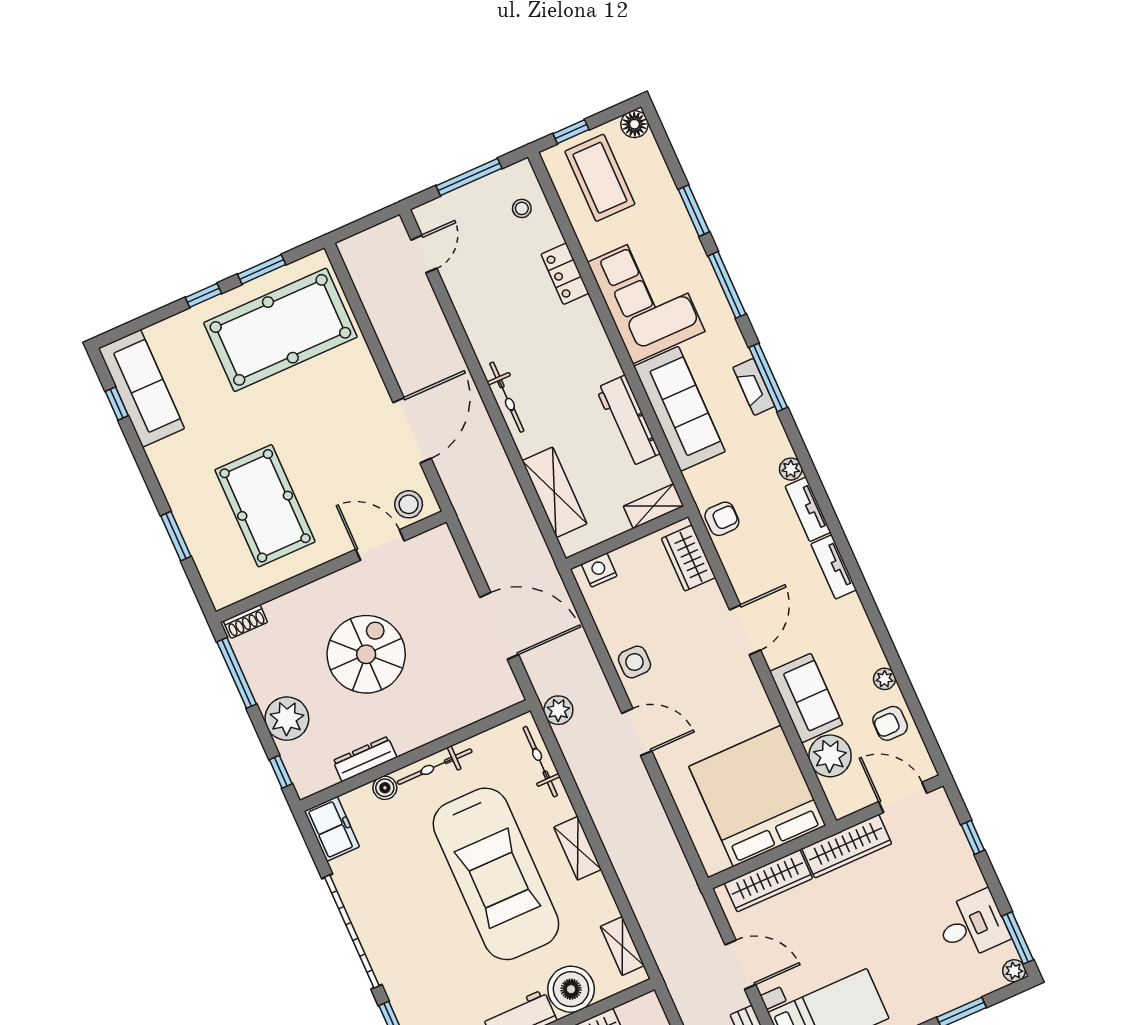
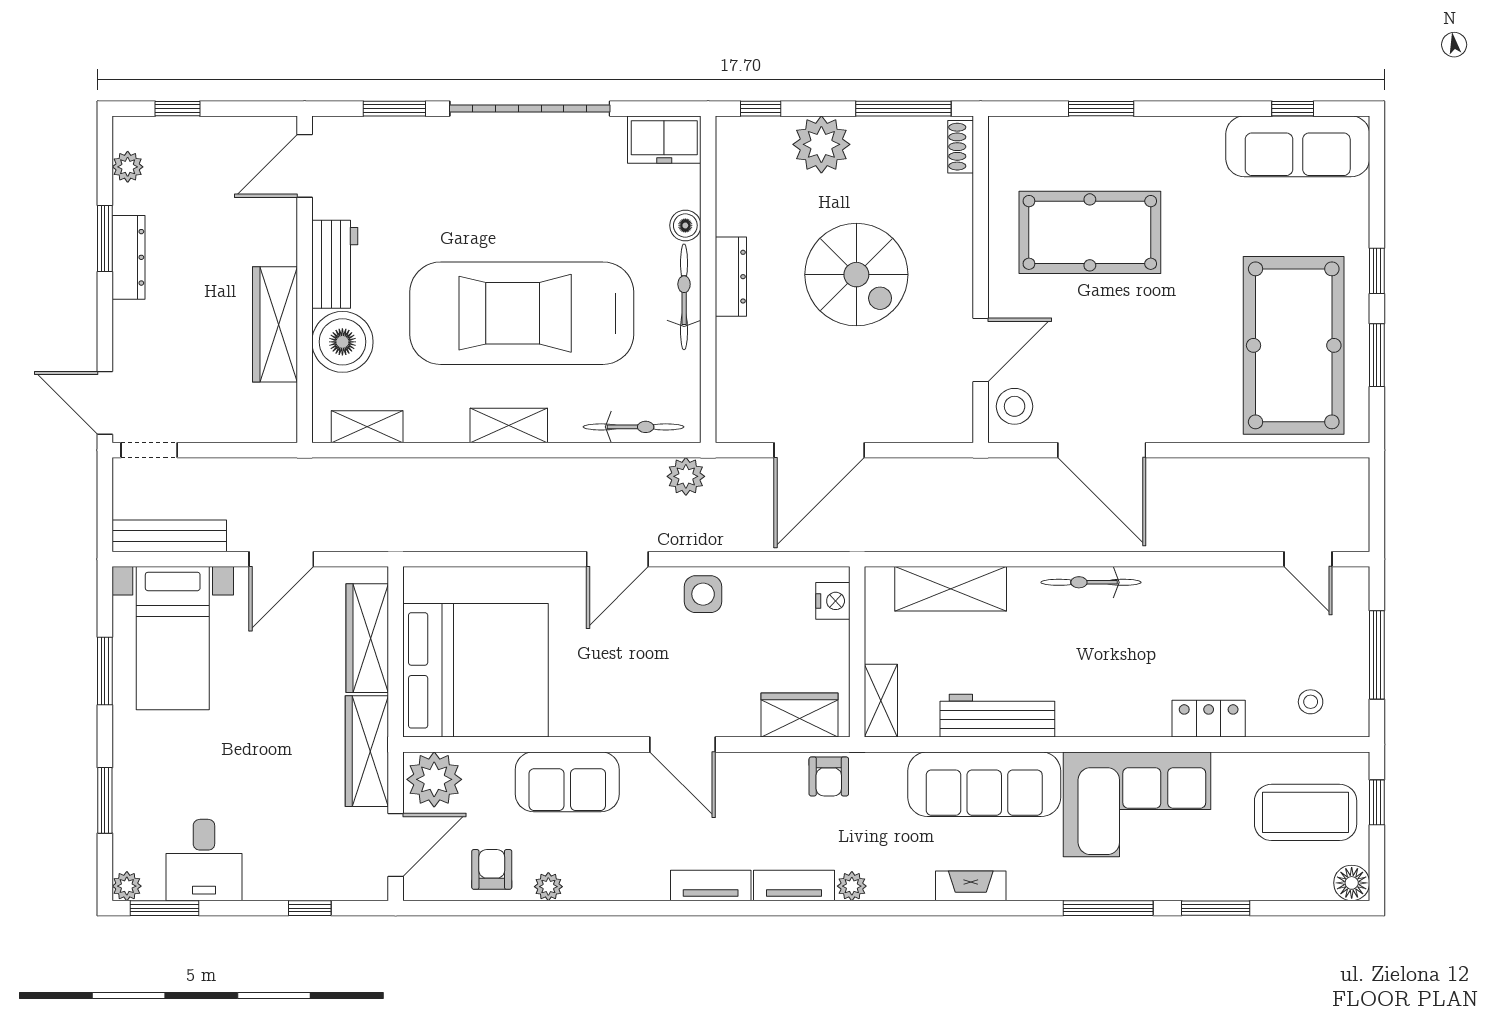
window: (768, 377) -> (975, 908), removed
plant: (830, 756) -> (434, 779), moved
dresser: (365, 759) -> (731, 277), moved

